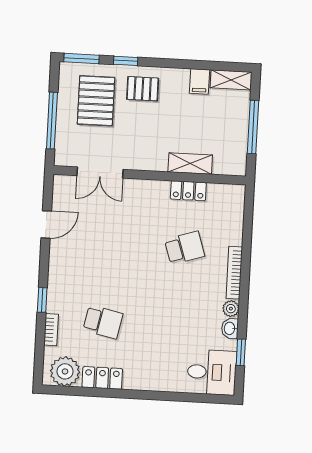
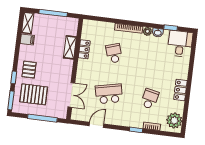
door: (46, 224) -> (97, 125), hinge flipped
school desk: (107, 244) -> (109, 94), added
locker: (102, 378) -> (180, 90), moved

